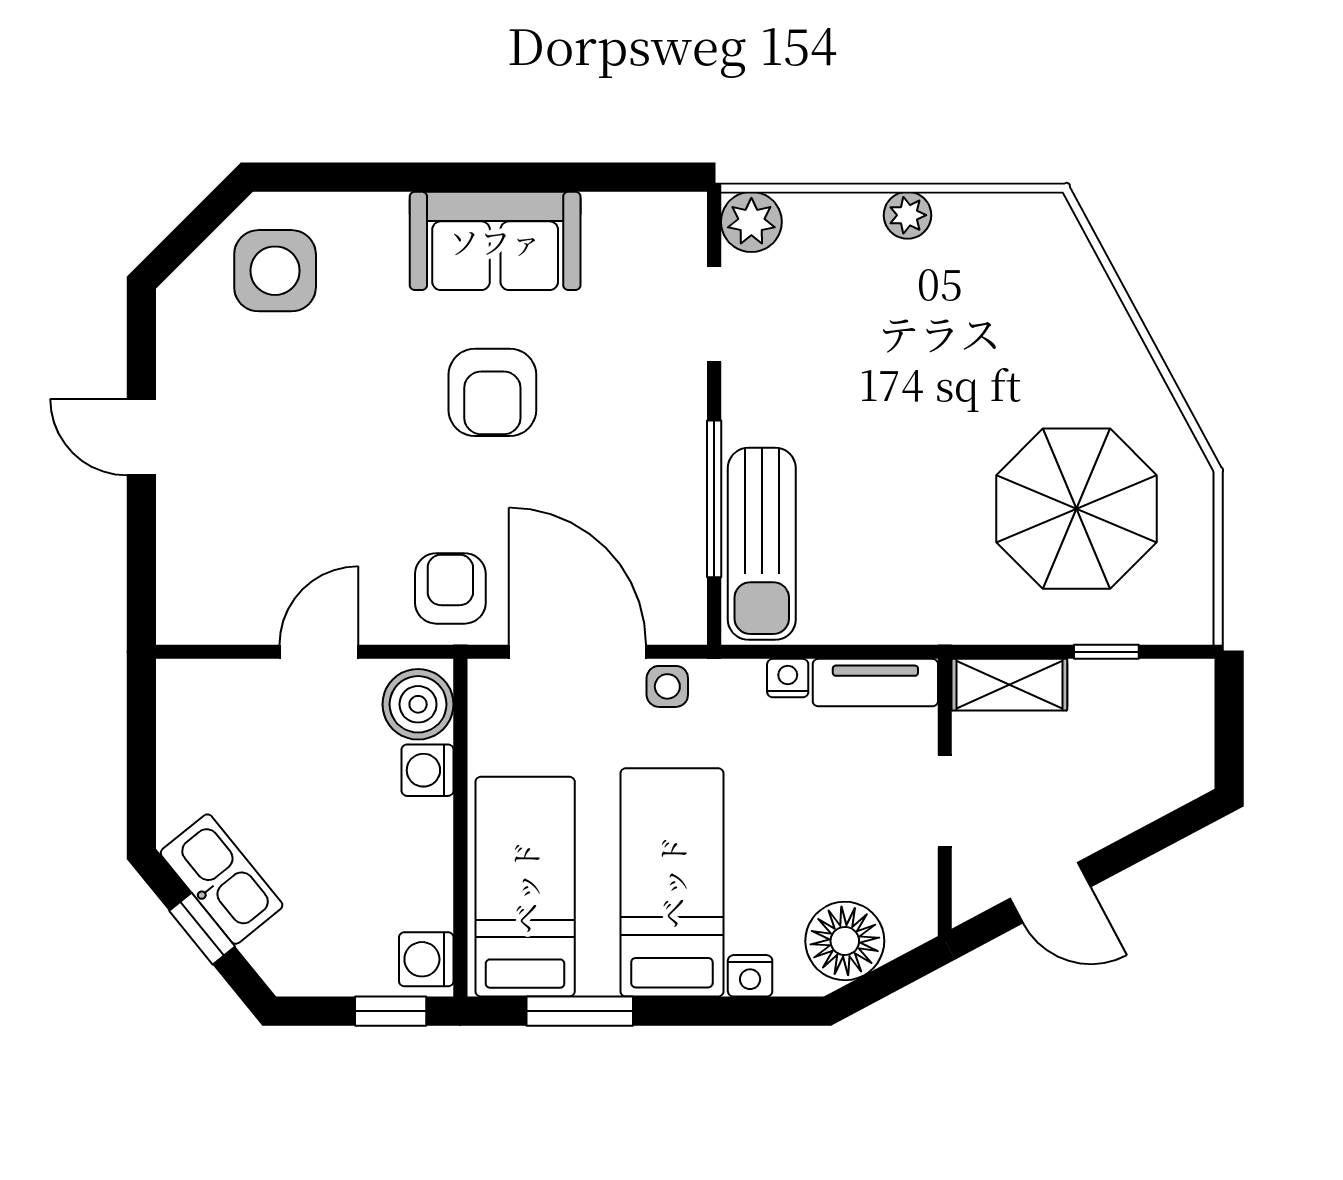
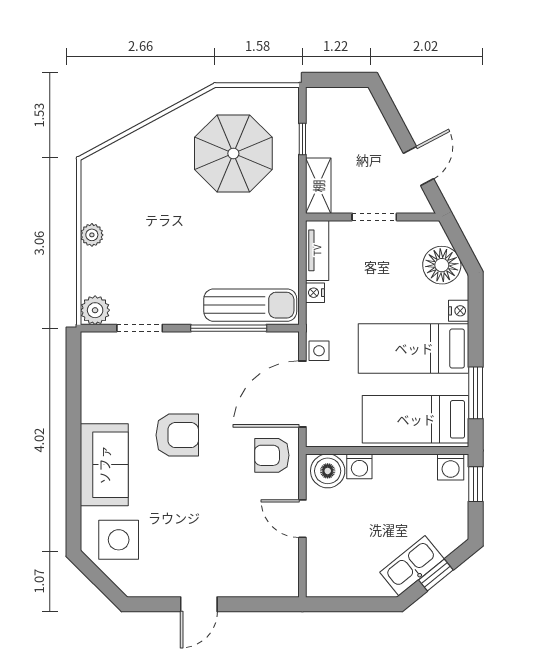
sofa: (495, 241) -> (104, 465), moved

